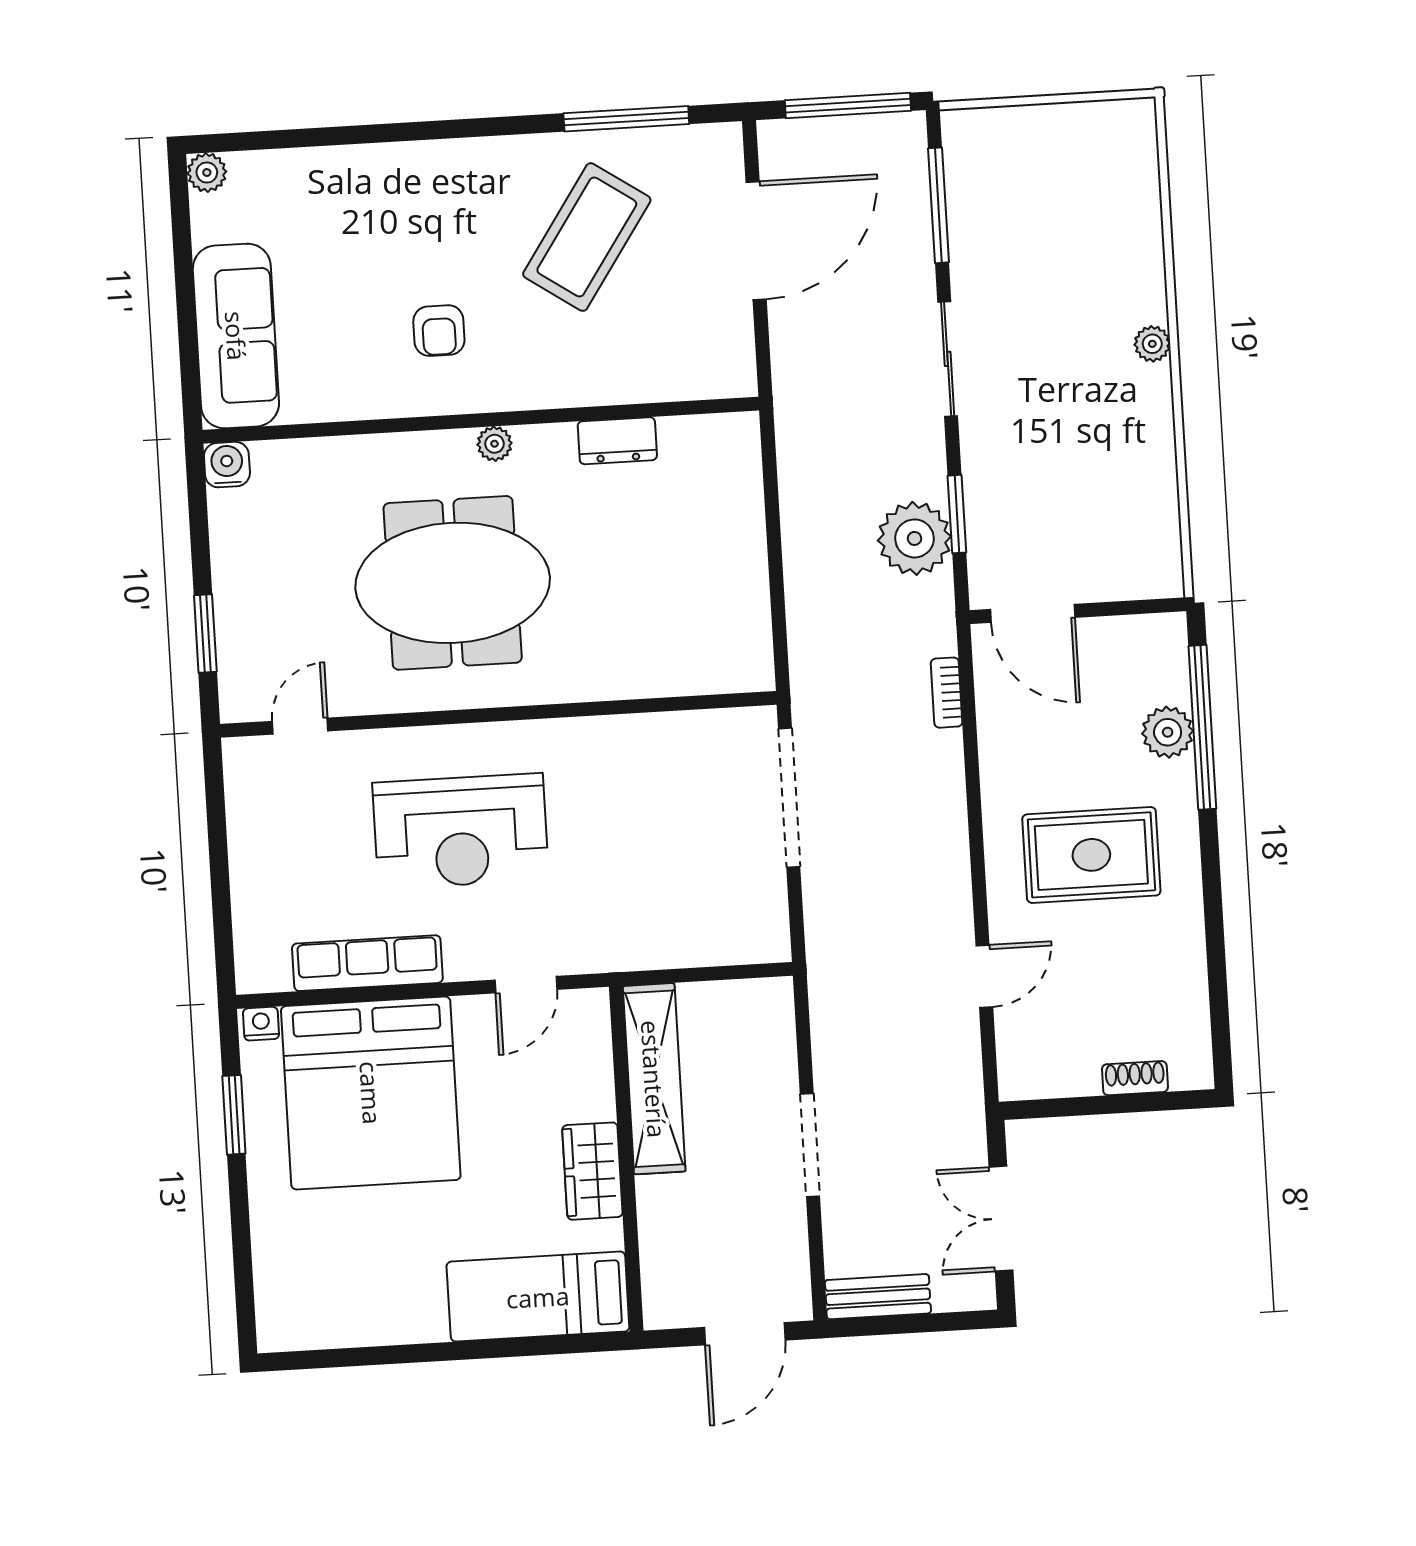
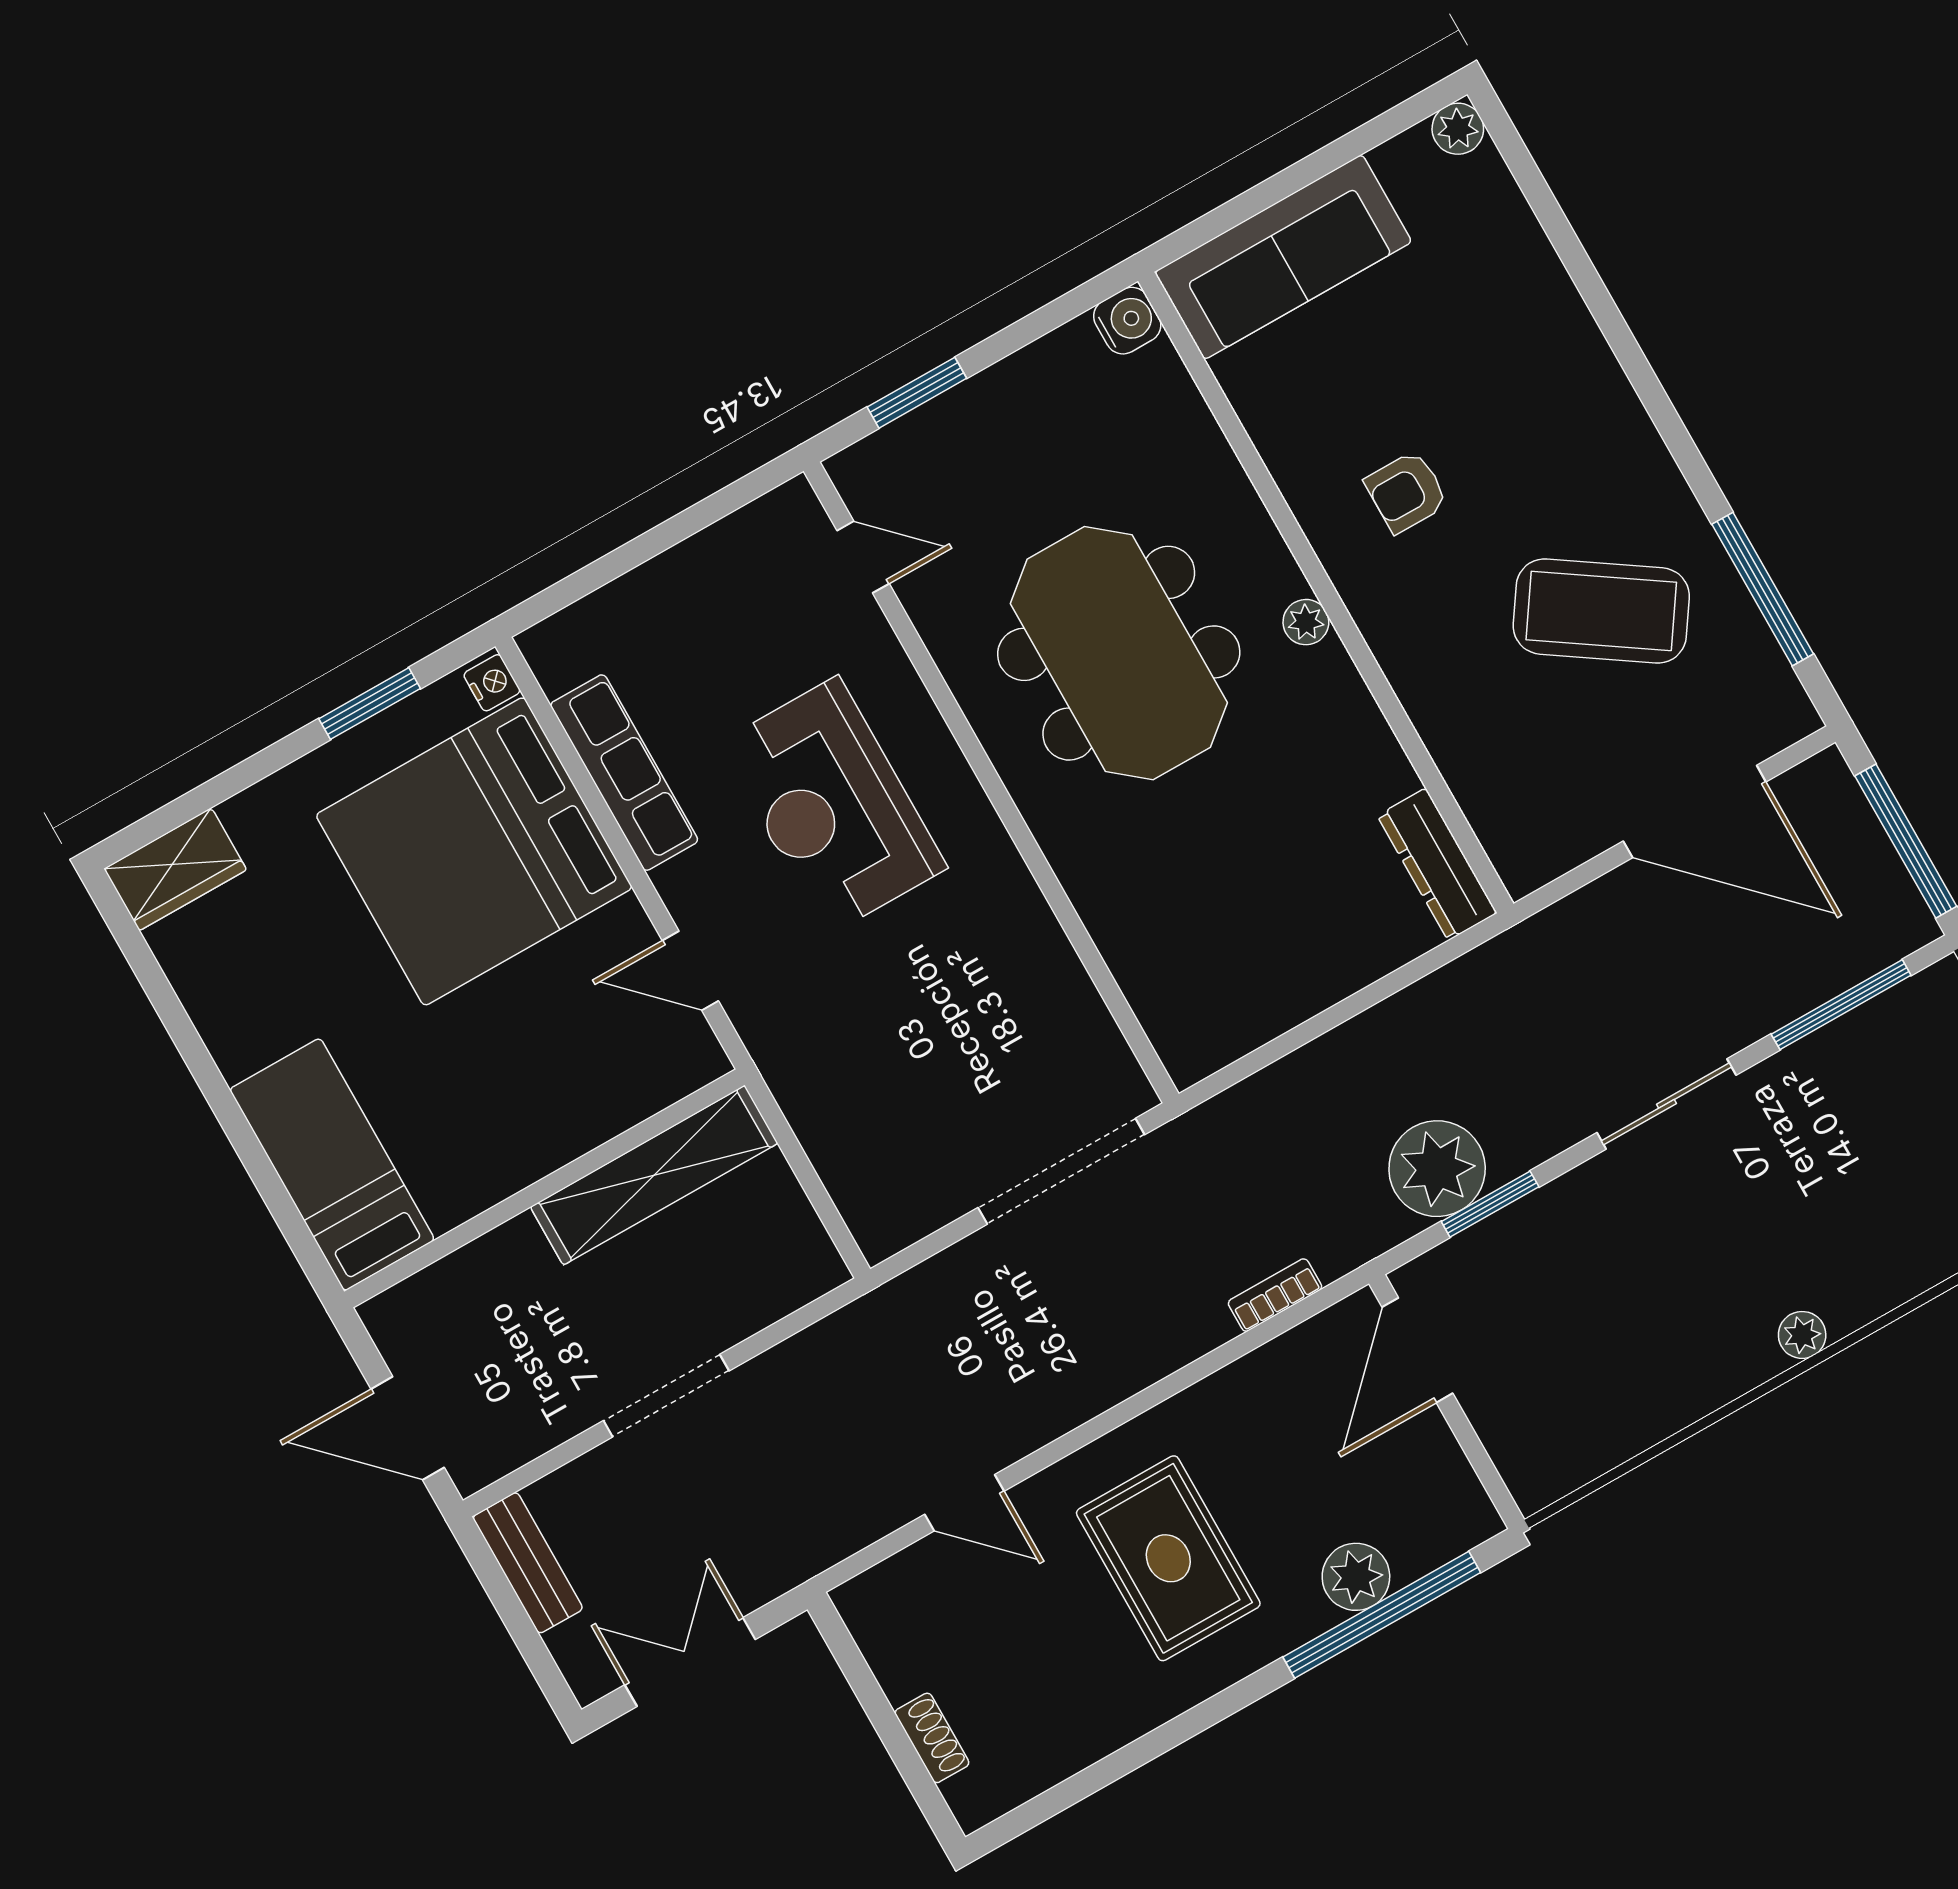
dresser: (617, 441) -> (1437, 864), moved, width x1.44
wardrobe: (592, 1171) -> (175, 869), moved, turned 180

